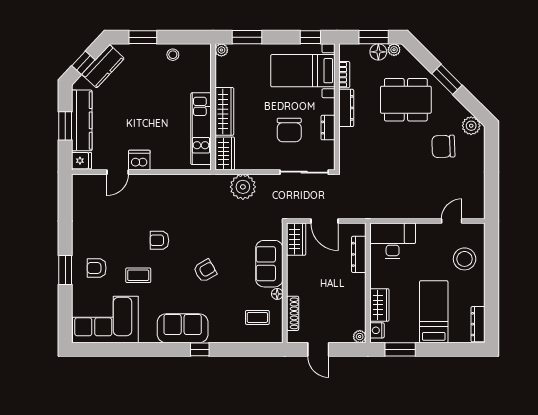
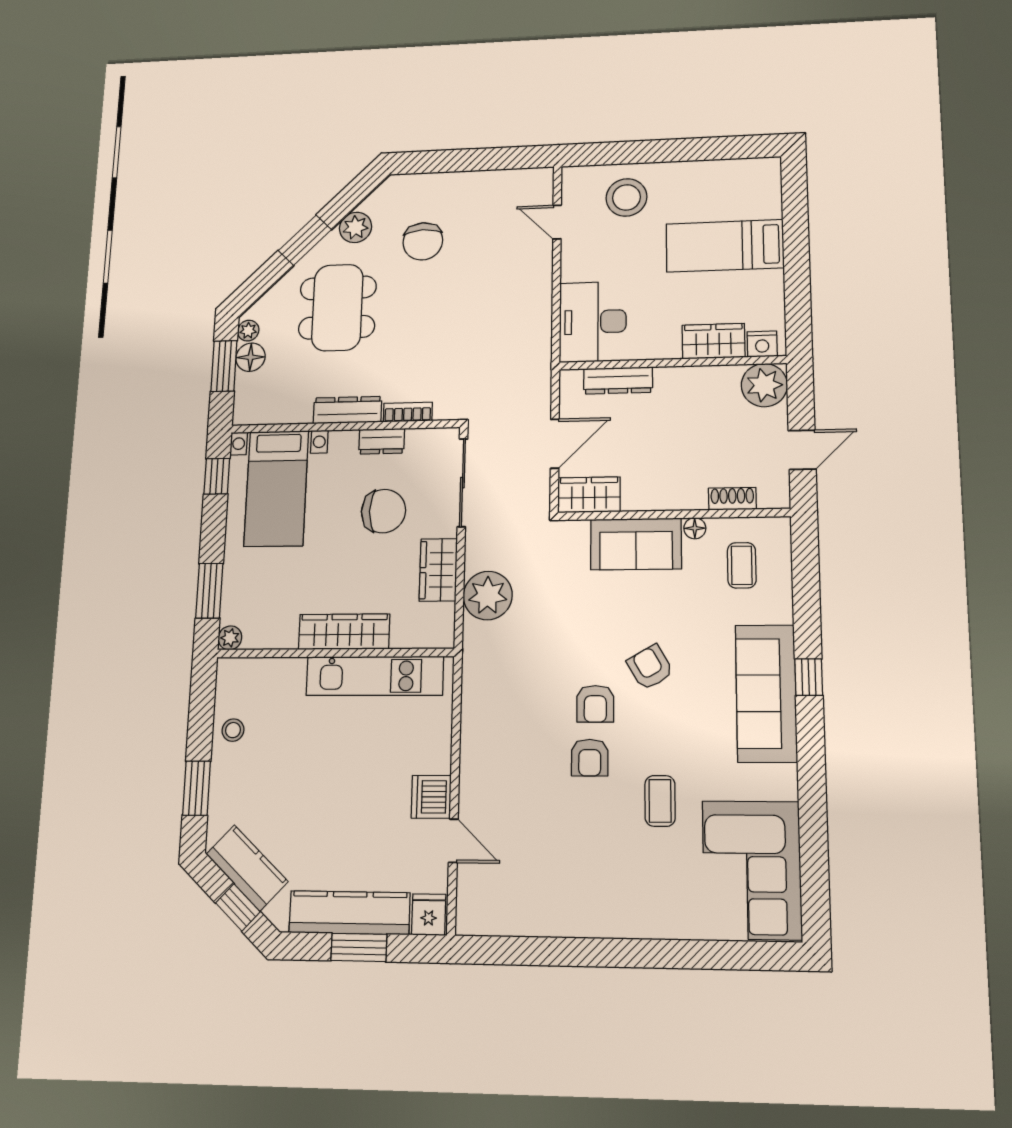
bookcase: (344, 75) -> (408, 412), moved
plant: (471, 126) -> (355, 227), moved
wardrobe: (225, 153) -> (438, 570), moved, turned -90
armchair: (97, 268) -> (595, 704), moved
window: (65, 270) -> (650, 954), removed
shoe rack: (293, 313) -> (732, 499), width x0.70
dresser: (478, 324) -> (747, 169), removed
sofa: (183, 328) -> (766, 693), width x1.36
plant: (360, 337) -> (764, 385), width x1.88, depth x1.88
window: (400, 349) -> (798, 302), removed

